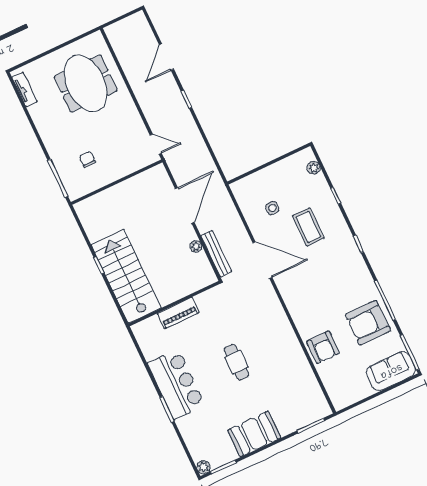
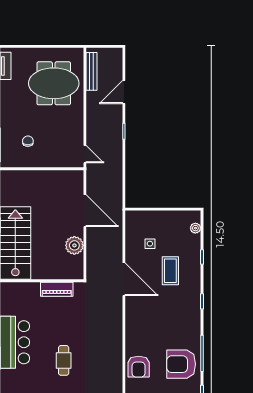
meeting table: (86, 83) -> (54, 83), turned 90
door: (185, 205) -> (85, 211), hinge flipped
plant: (196, 246) -> (74, 245), width x1.88, depth x1.88
bench: (216, 254) -> (91, 71), moved
piano: (178, 313) -> (57, 289), moved
cafe table: (237, 362) -> (64, 360), moved

